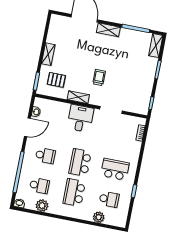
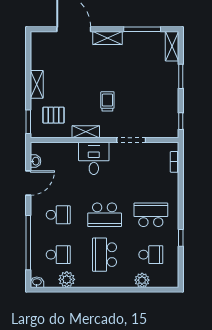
school desk: (80, 162) -> (105, 215), turned -90

